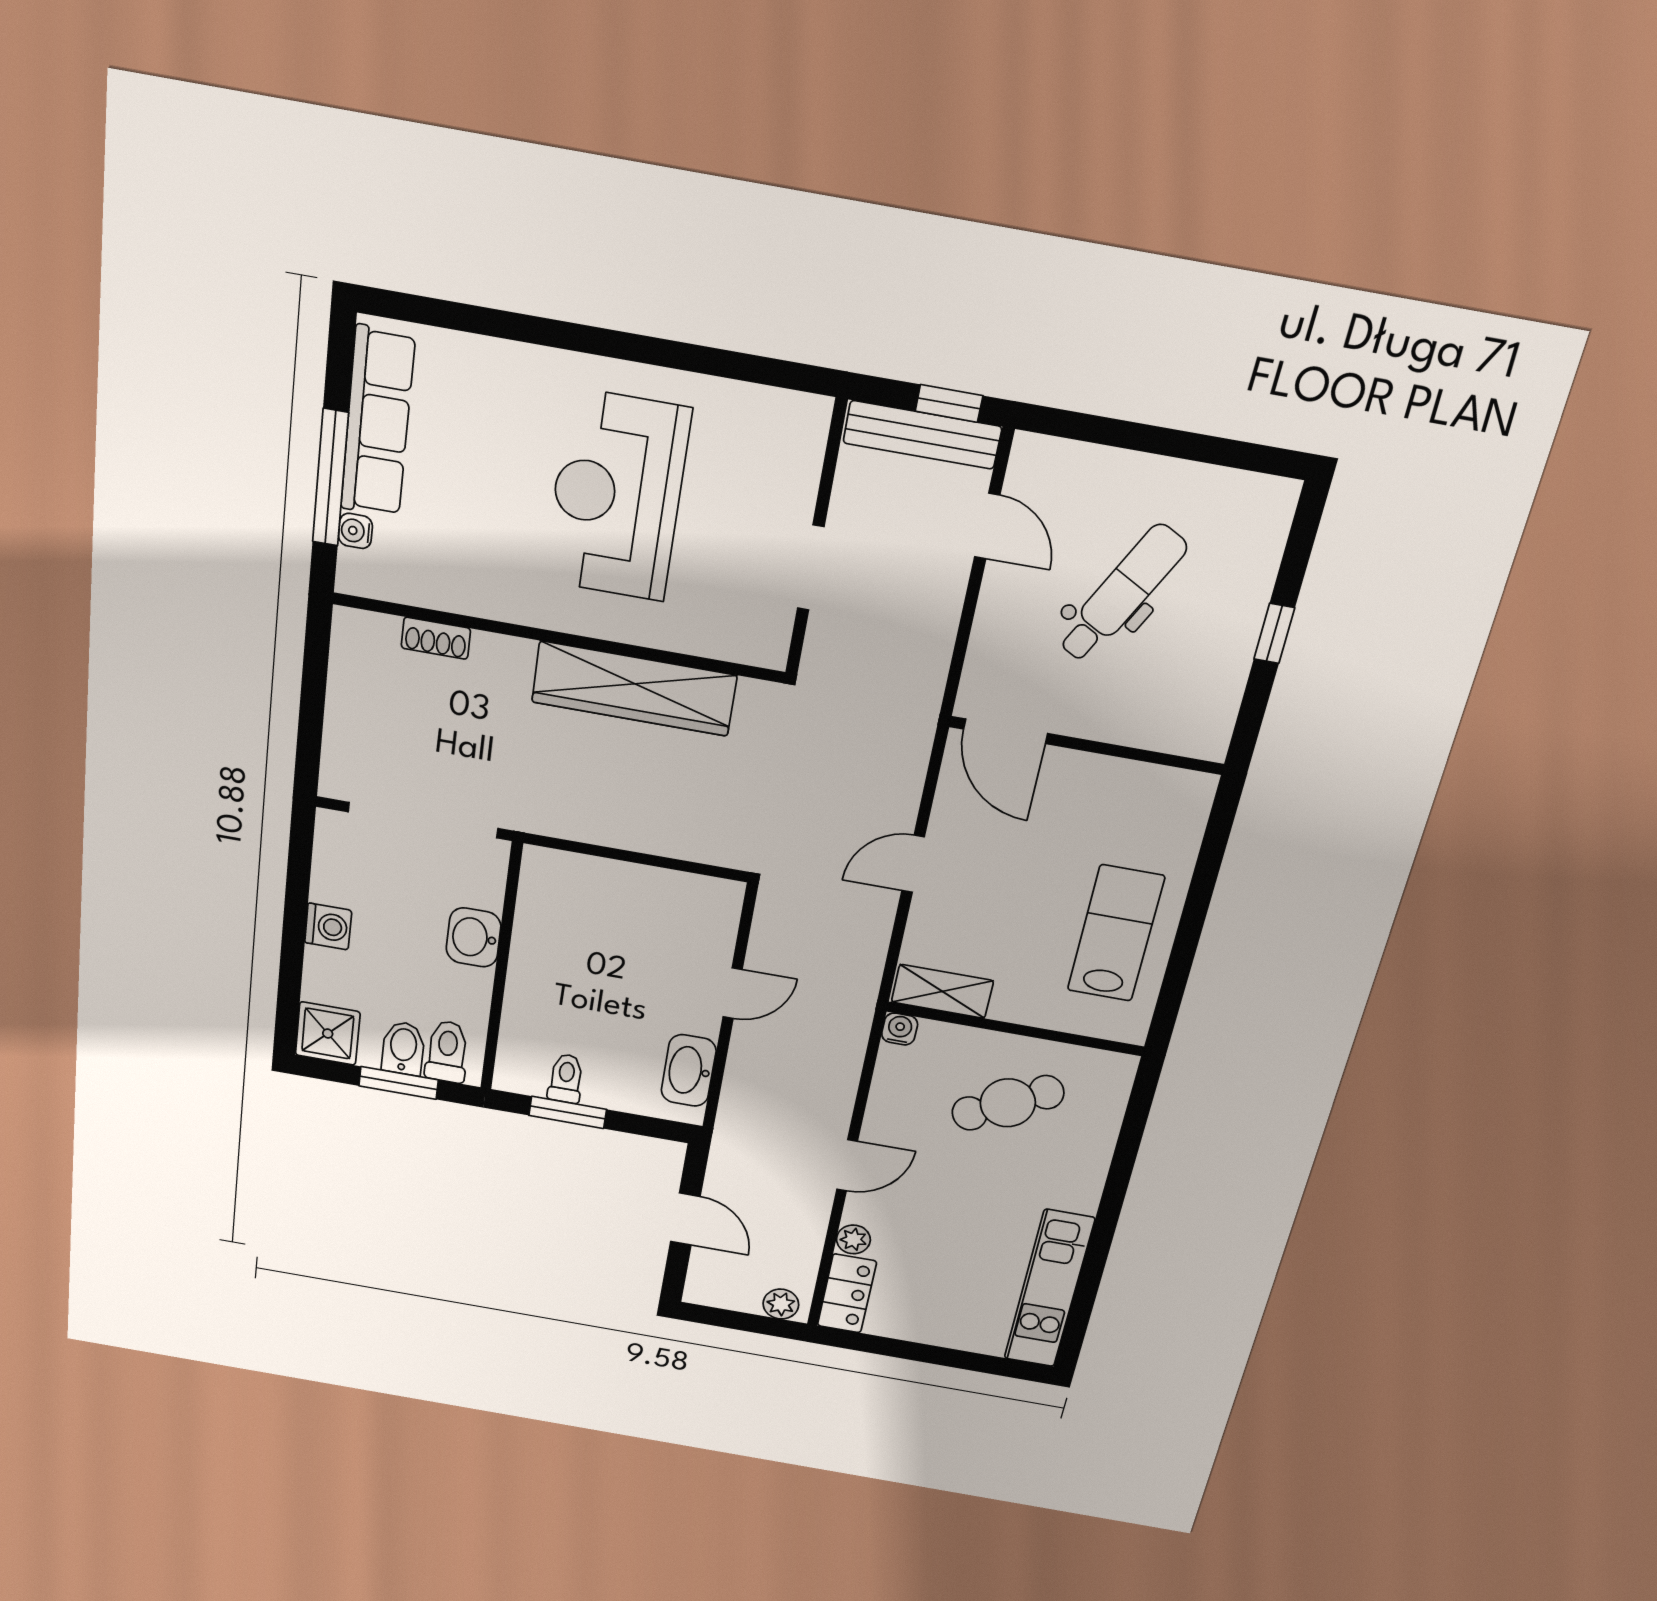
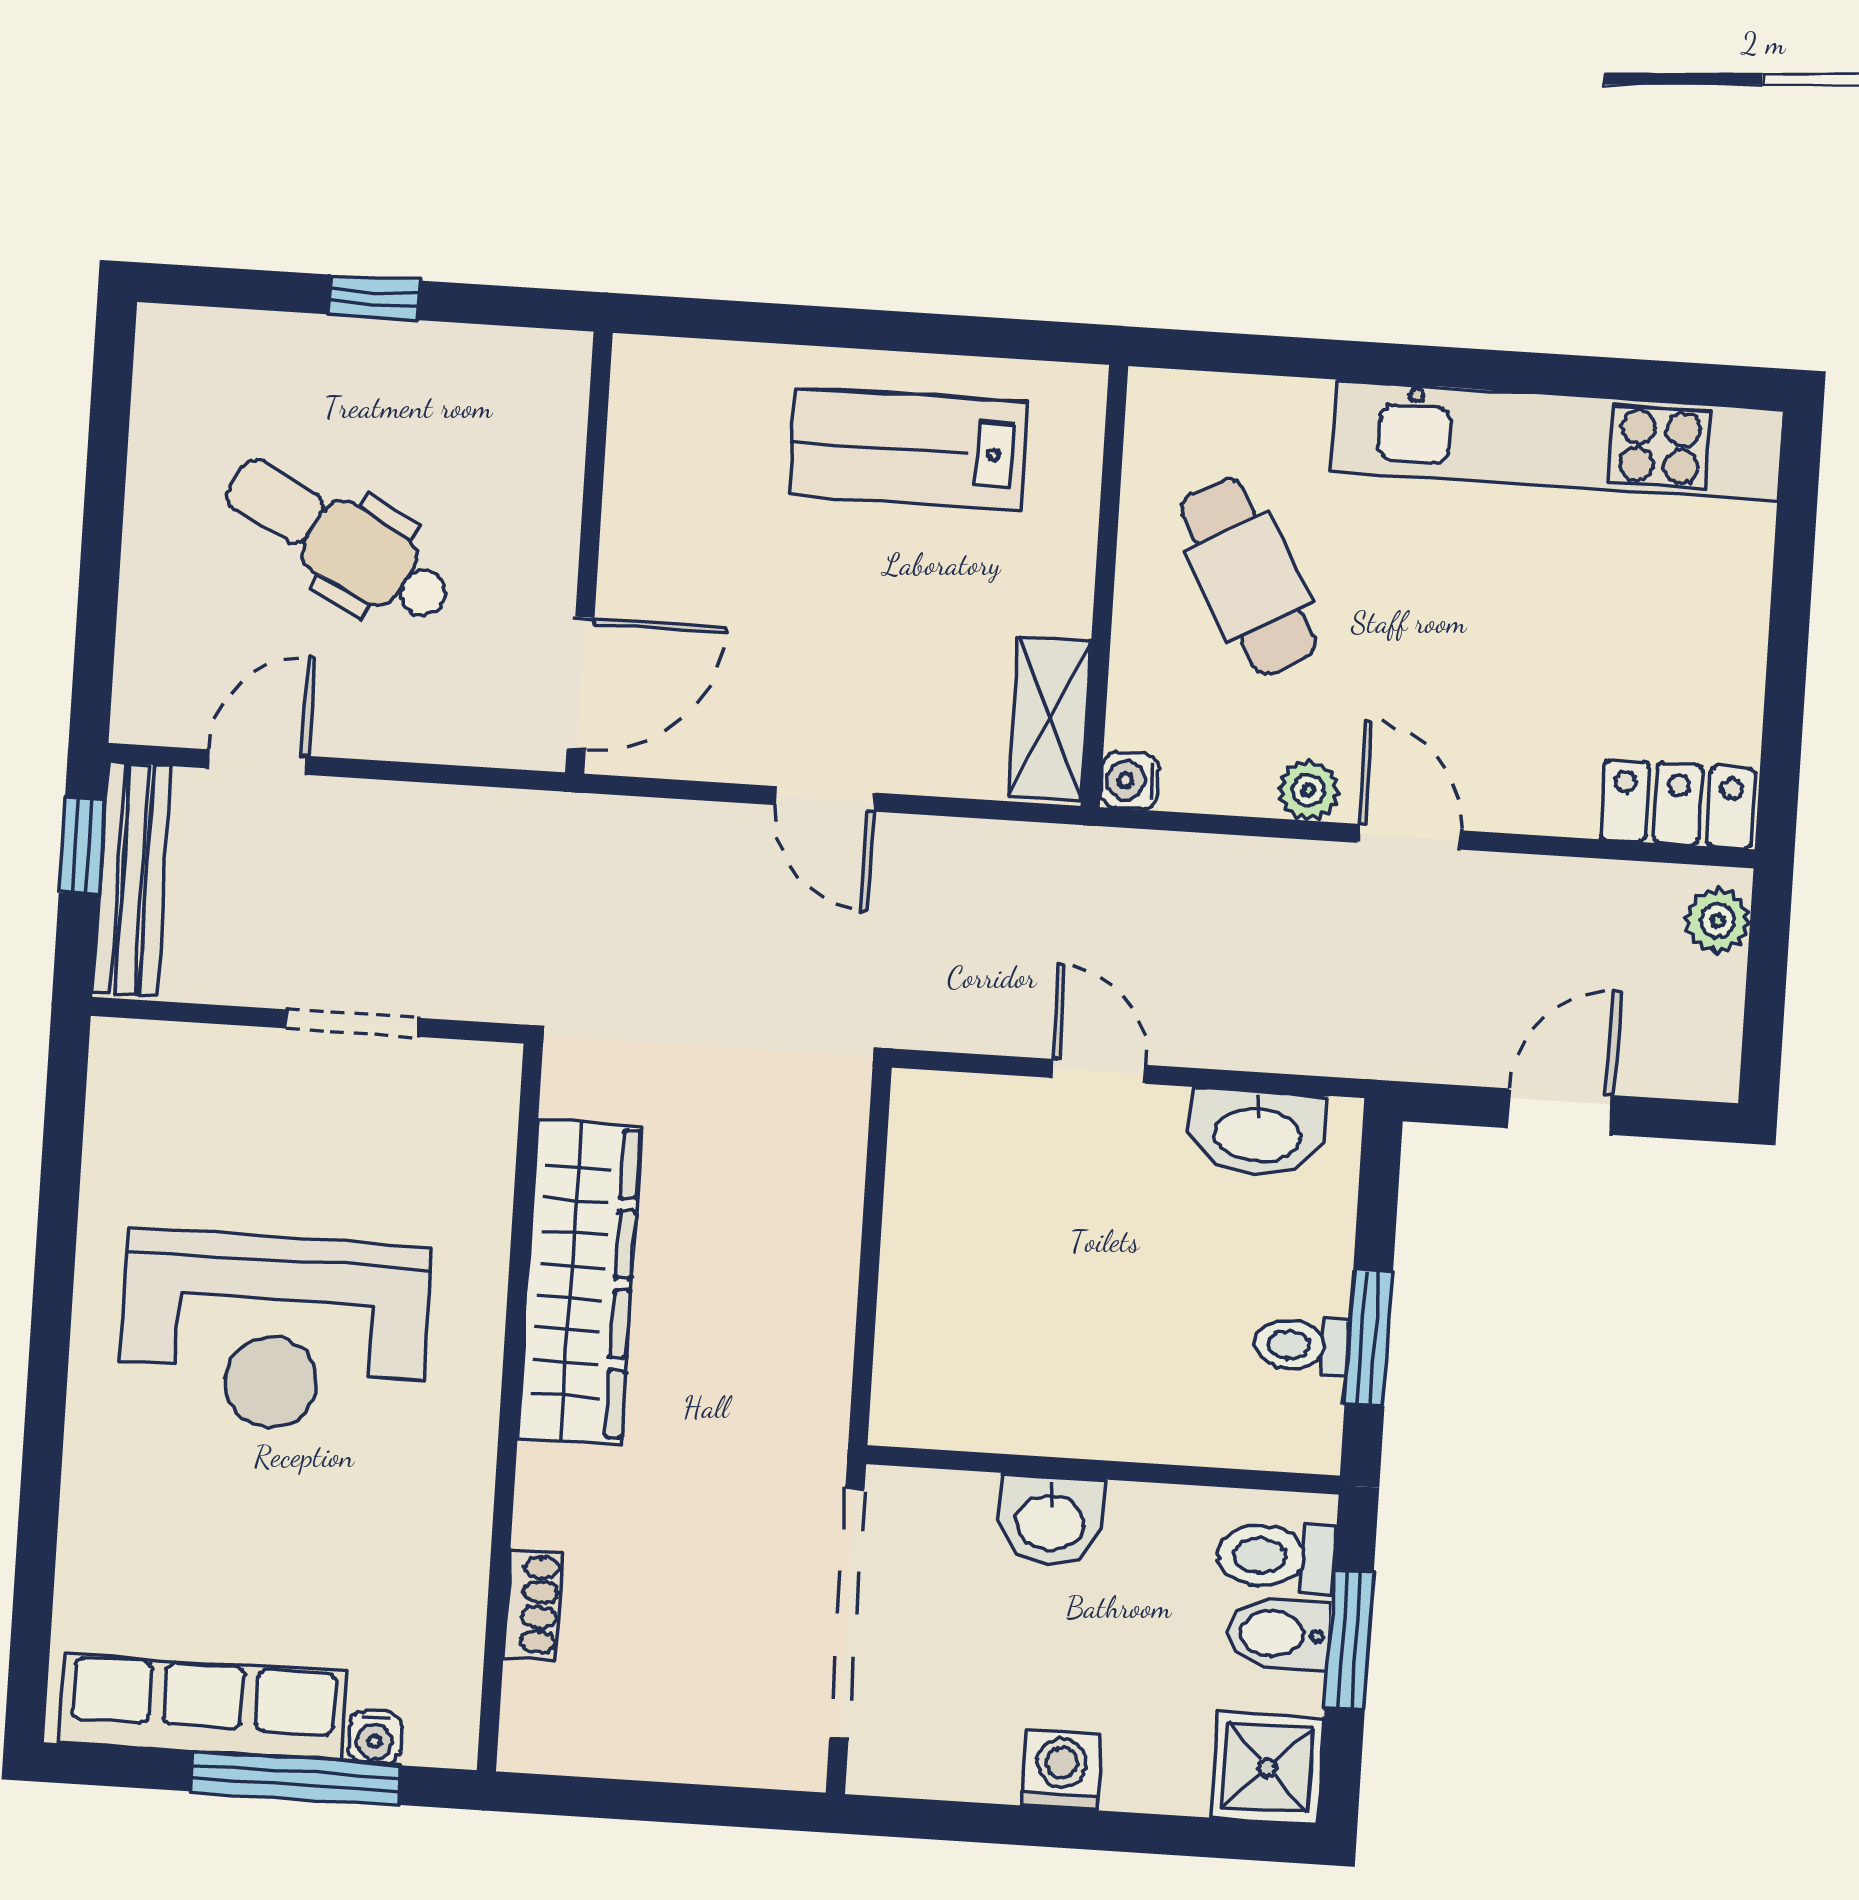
plant: (853, 1239) -> (1309, 790), moved
kitchen unit: (1049, 1289) -> (1557, 440), width x1.36

